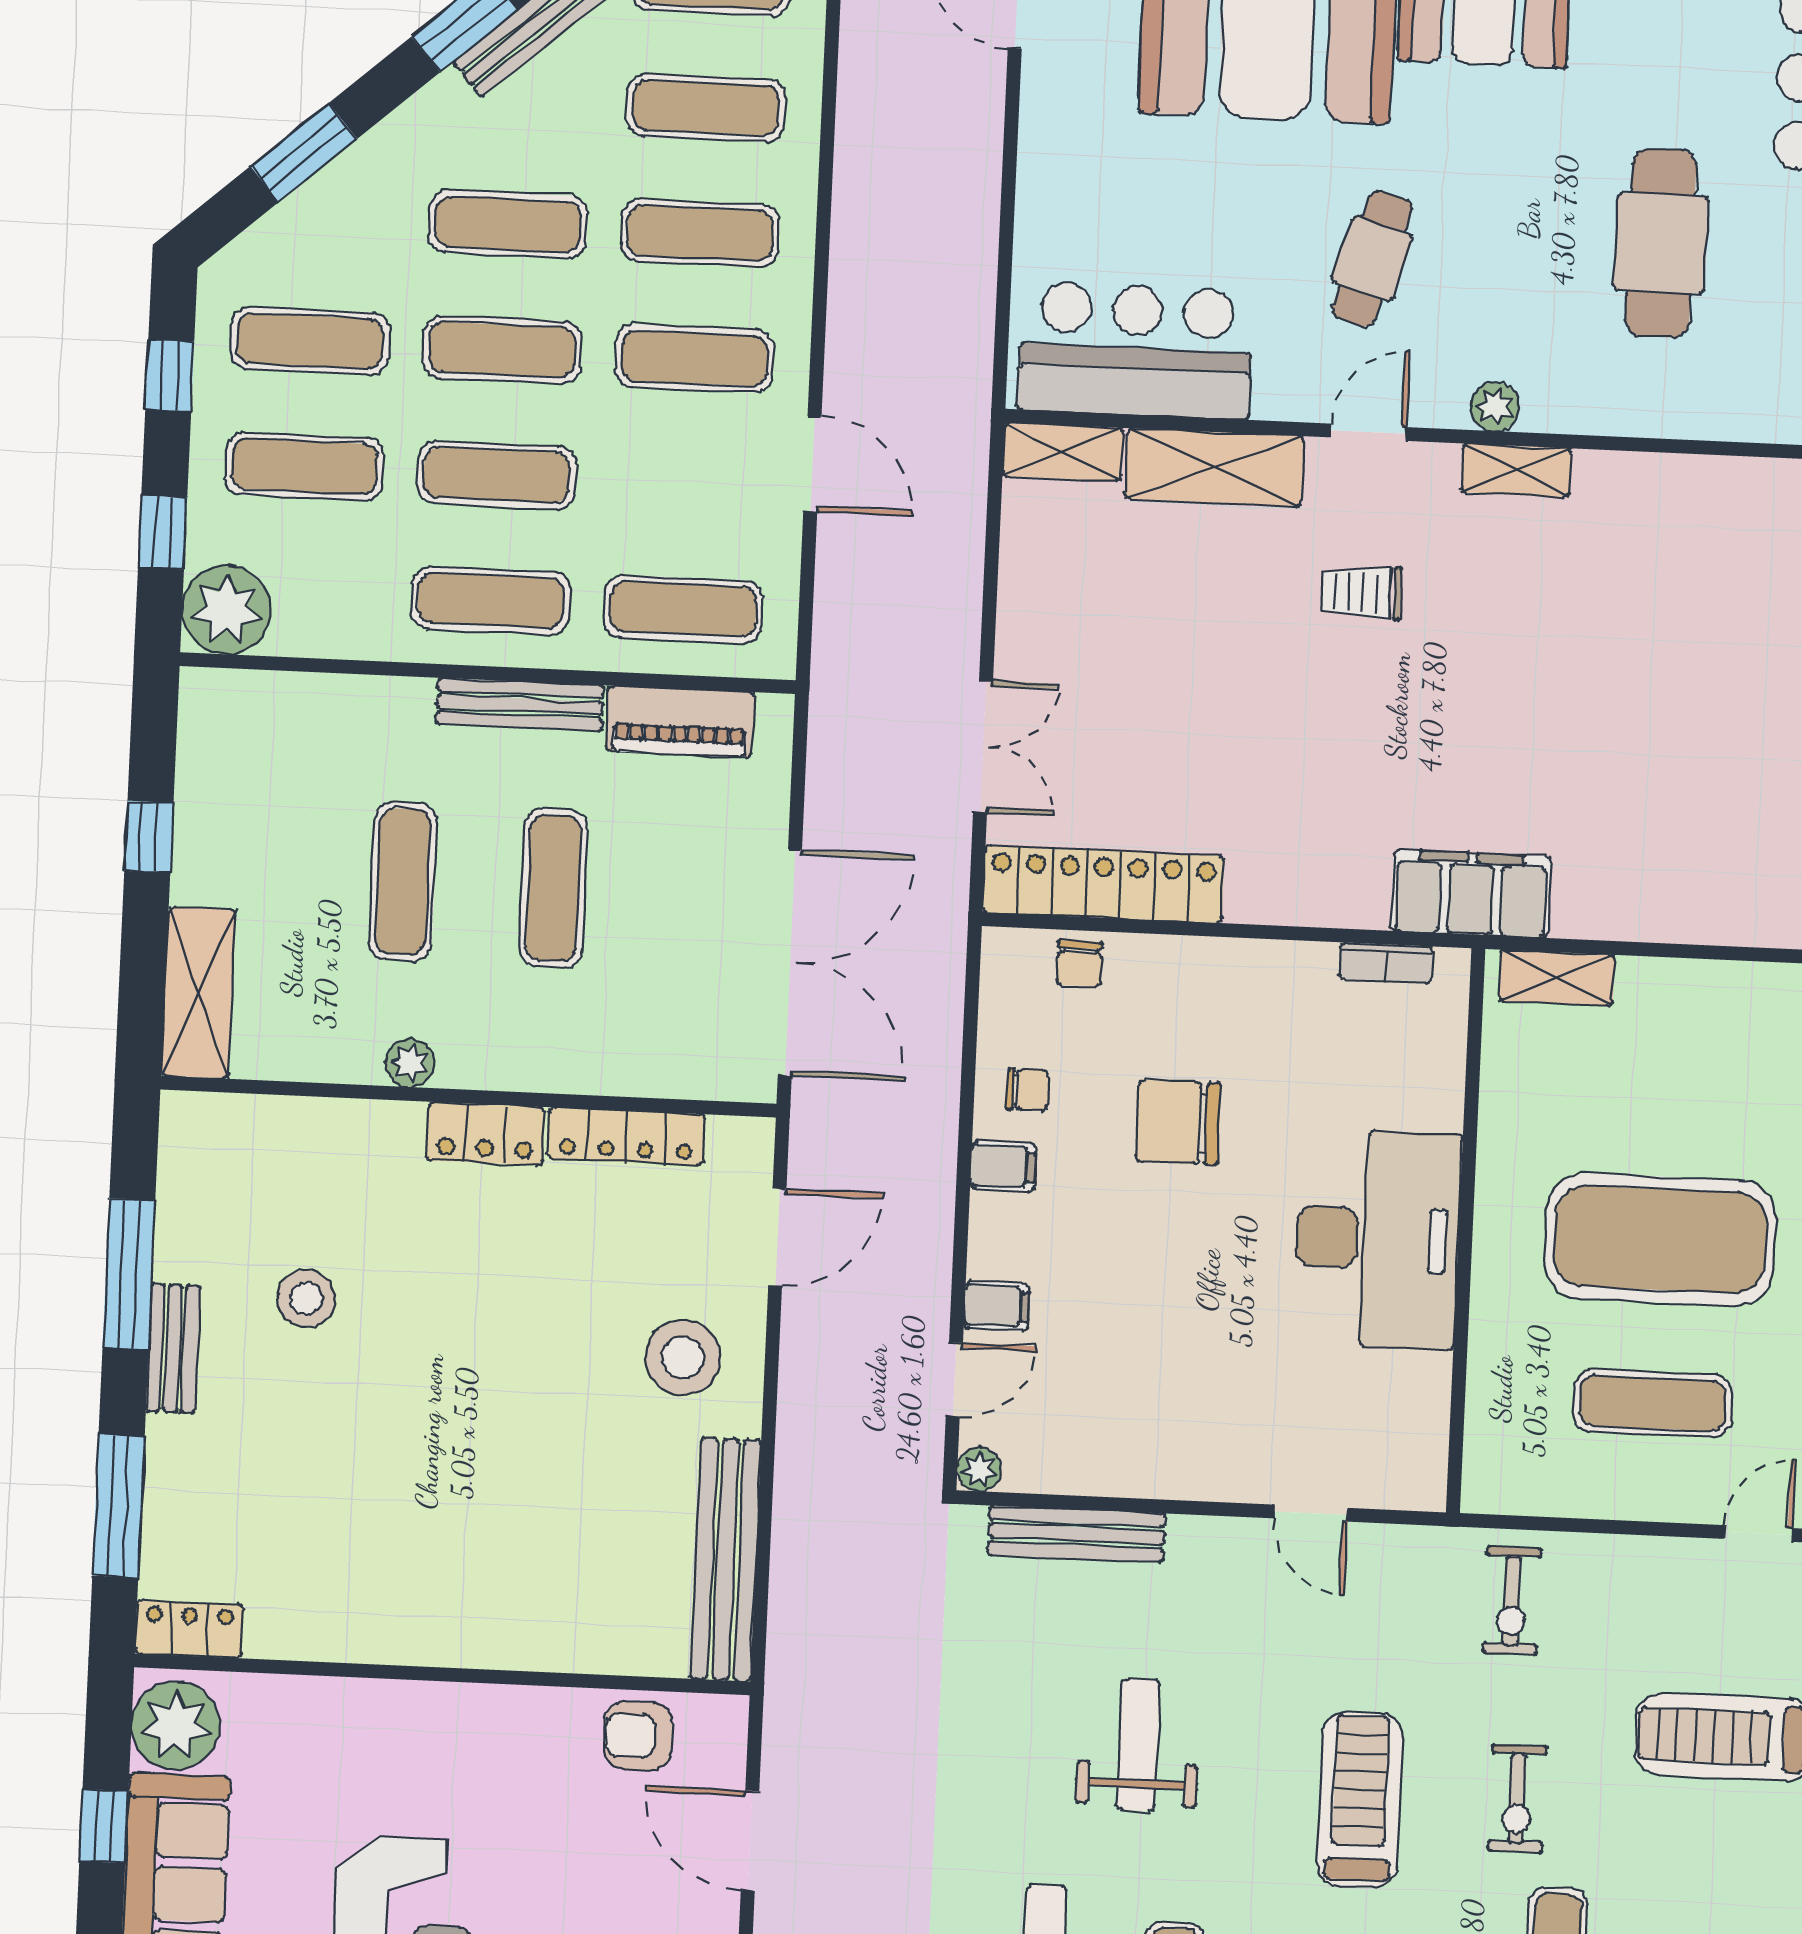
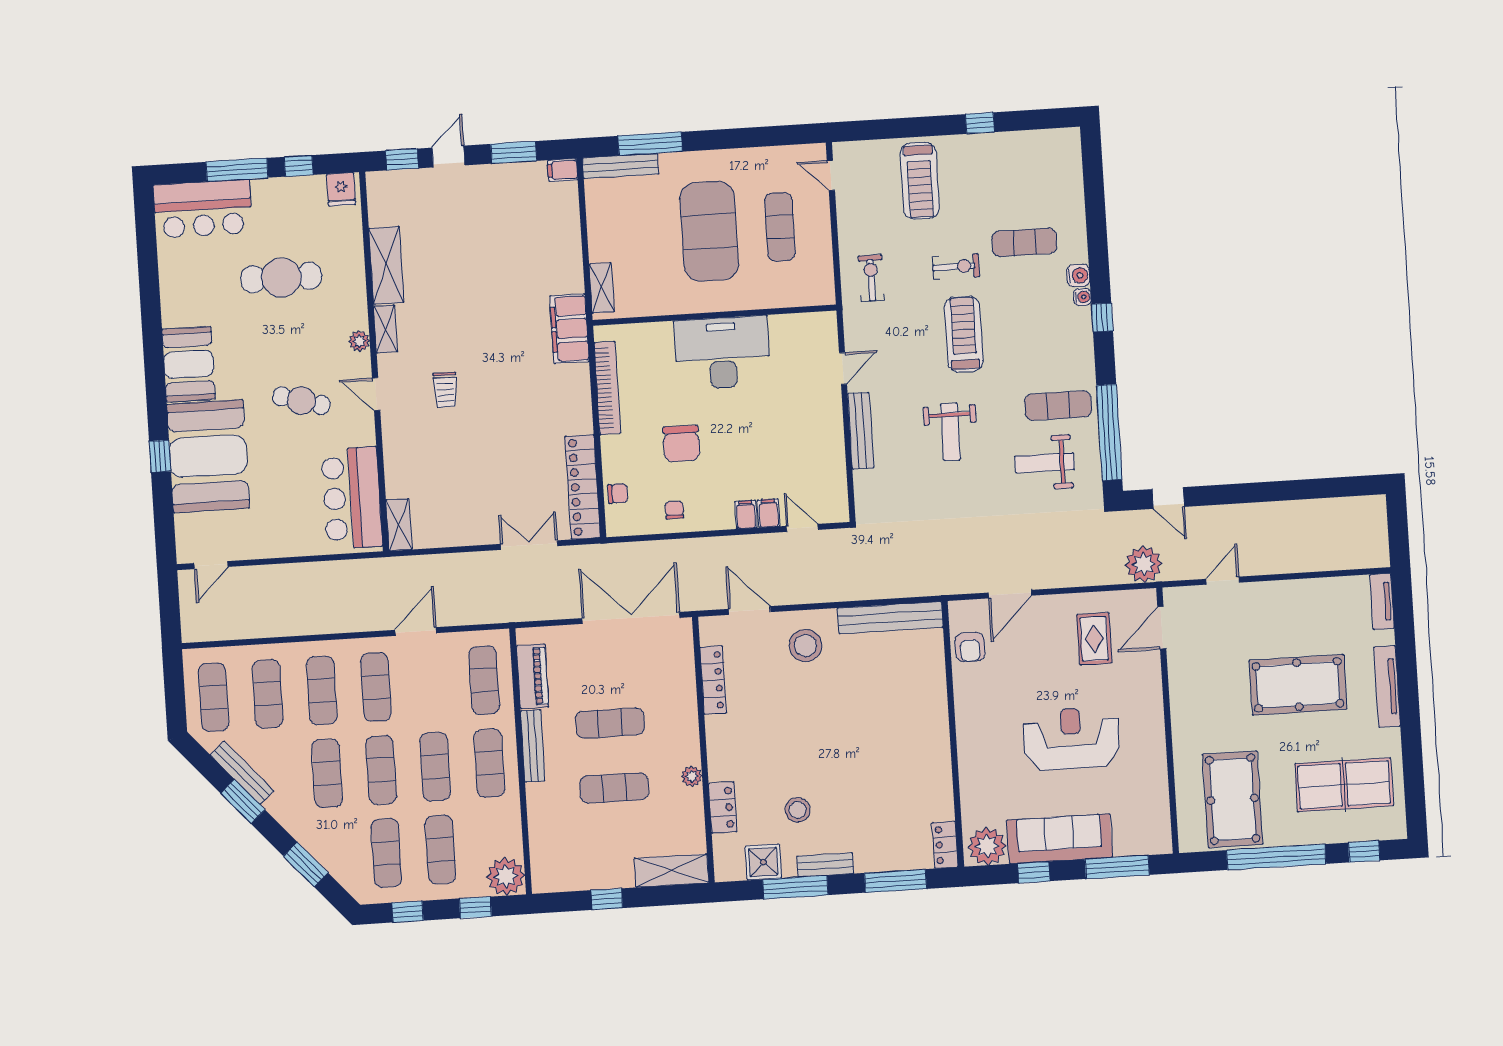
shelving: (1214, 467) -> (386, 265), moved
bookcase: (1386, 963) -> (607, 388), width x2.31, depth x1.31
locker: (486, 1134) -> (723, 808), moved
filing cabinet: (1003, 1166) -> (746, 515), moved
shower: (195, 1206) -> (763, 862), added
plant: (979, 1469) -> (840, 513), removed
bench: (1077, 1534) -> (861, 431), moved
exercise bike: (1512, 1601) -> (871, 278), turned -90
weight bench: (1138, 1745) -> (950, 432), turned -90
treadmill: (1360, 1800) -> (964, 334), turned 90

